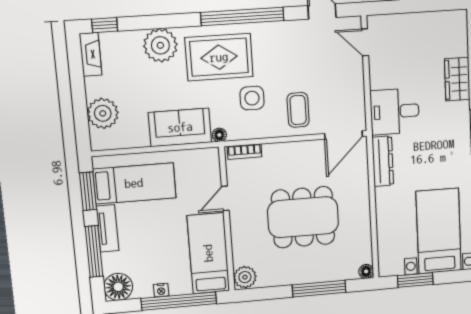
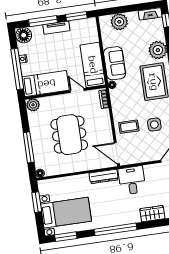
side table: (252, 98) -> (154, 125), moved
bed: (134, 183) -> (93, 65), moved, turned 180

